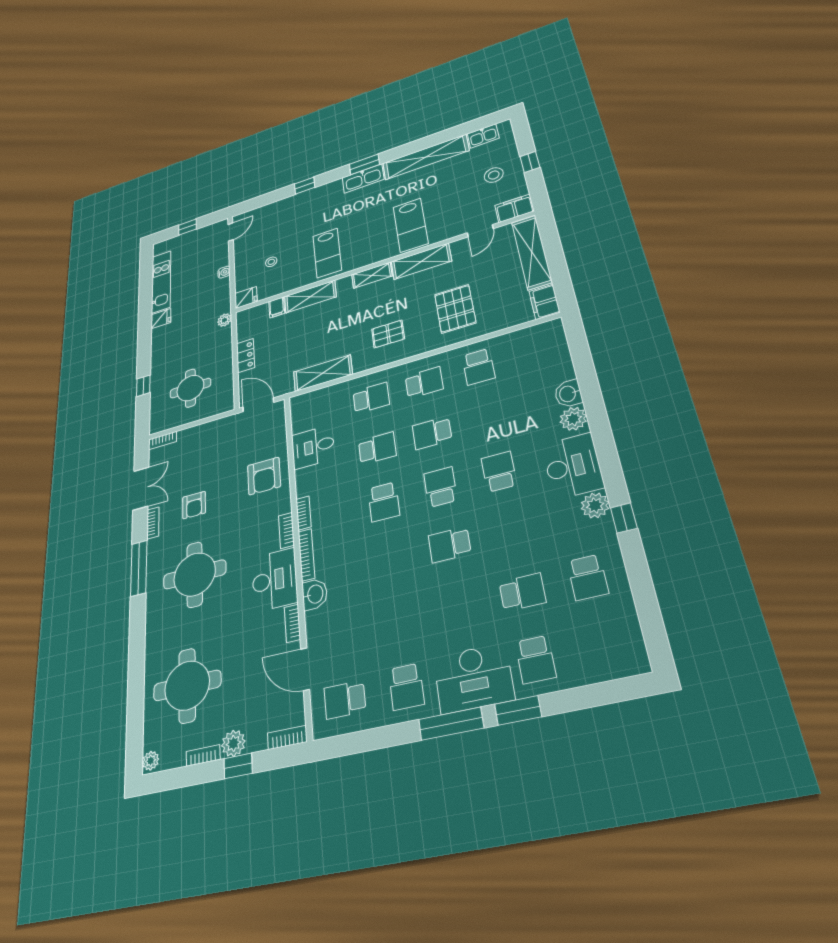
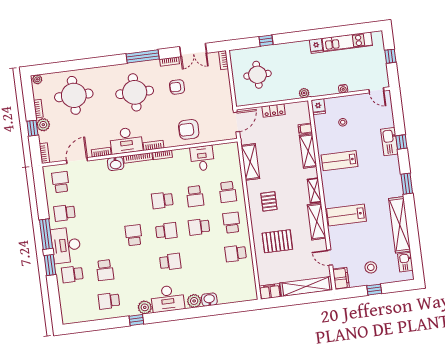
kitchen sink: (363, 178) -> (389, 142), moved
school desk: (424, 383) -> (232, 223), turned 180
school desk: (432, 433) -> (199, 227), turned -90

